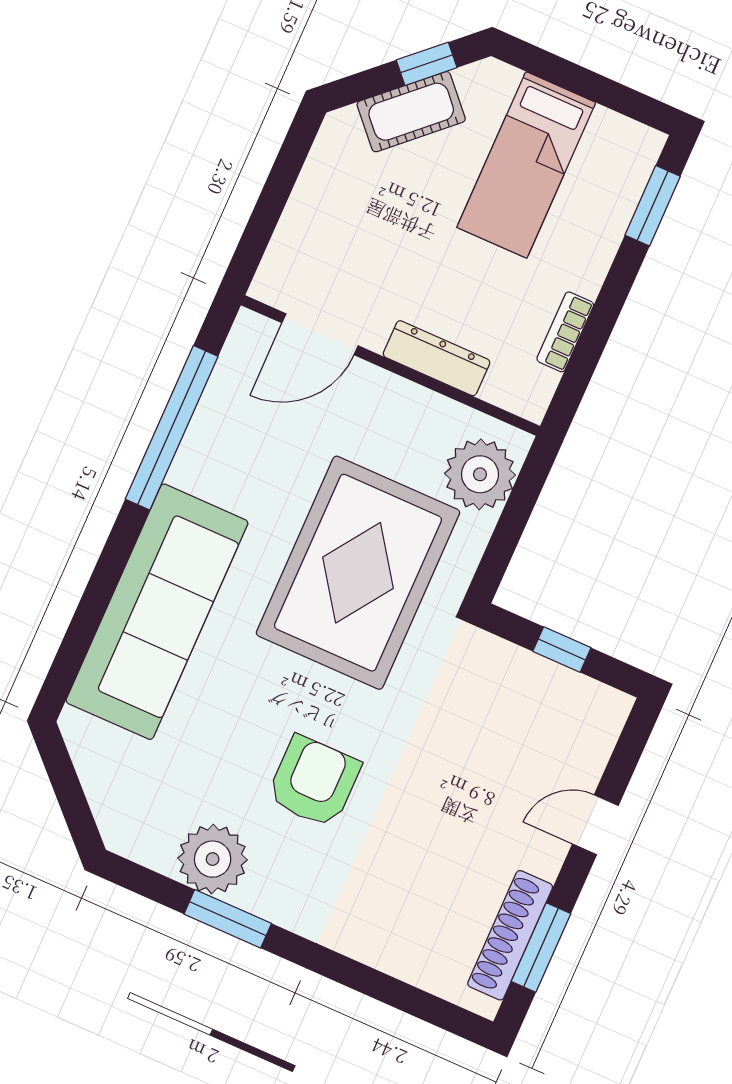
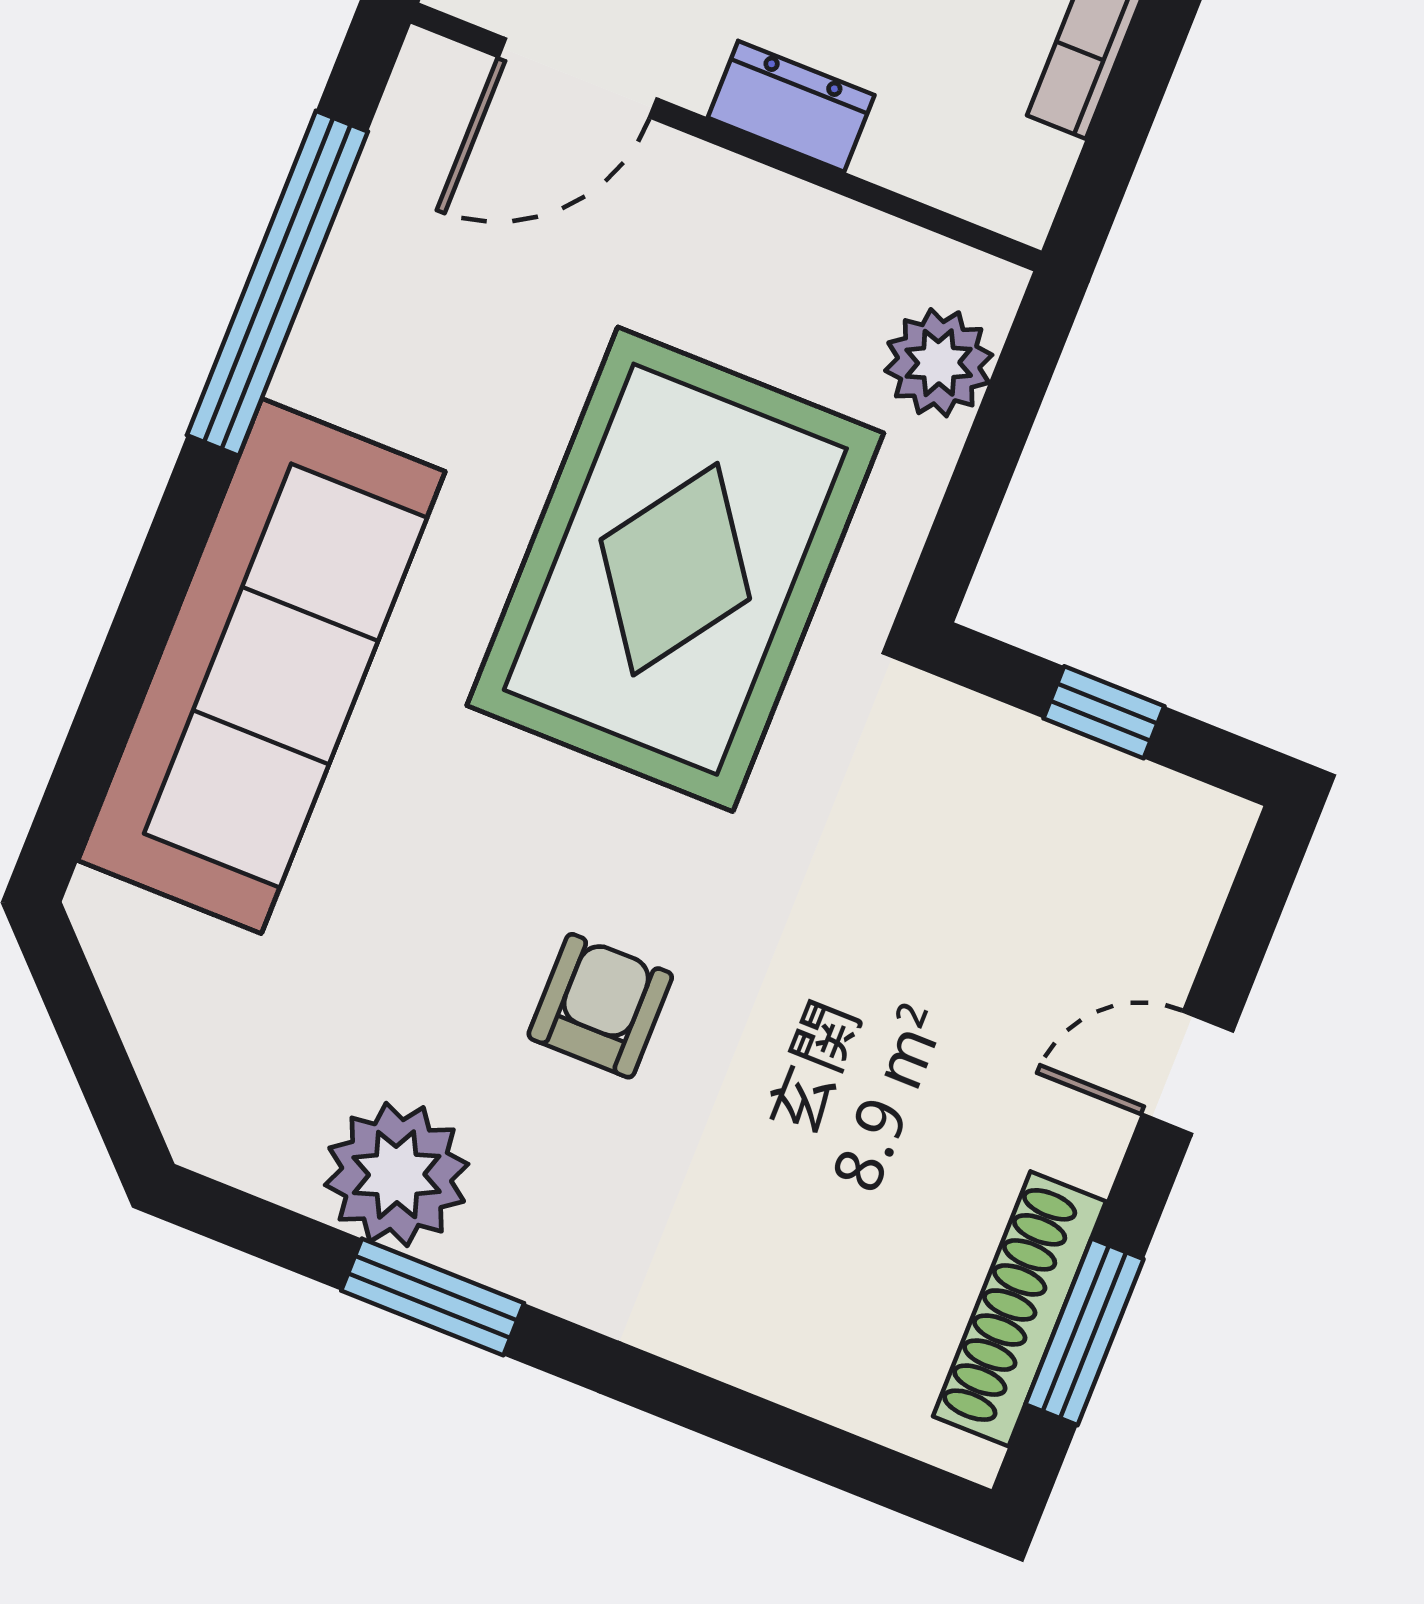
dresser: (436, 358) -> (791, 106), width x0.70
plant: (480, 474) -> (939, 363), width x0.73, depth x0.73
armchair: (314, 782) -> (600, 1006), width x0.72, depth x0.72

